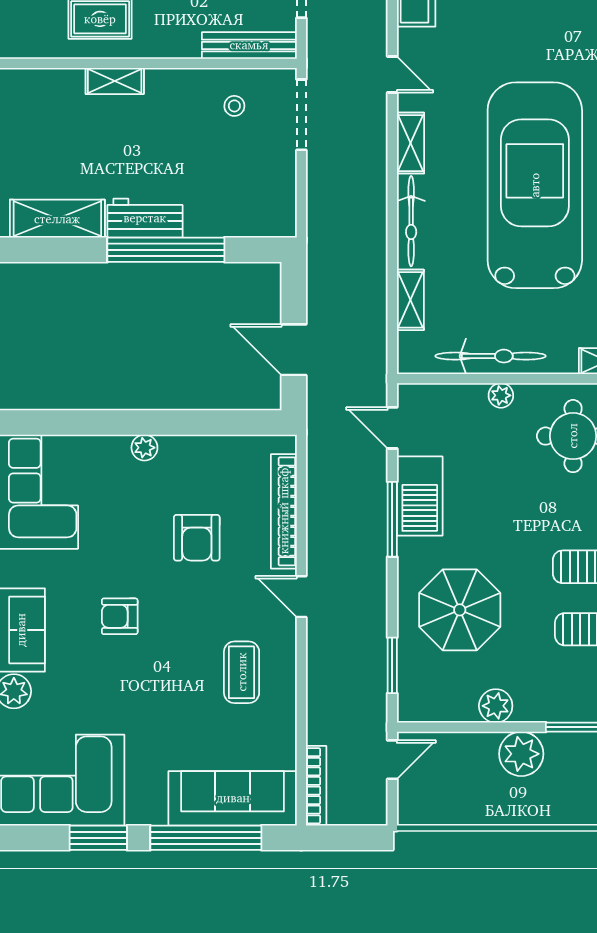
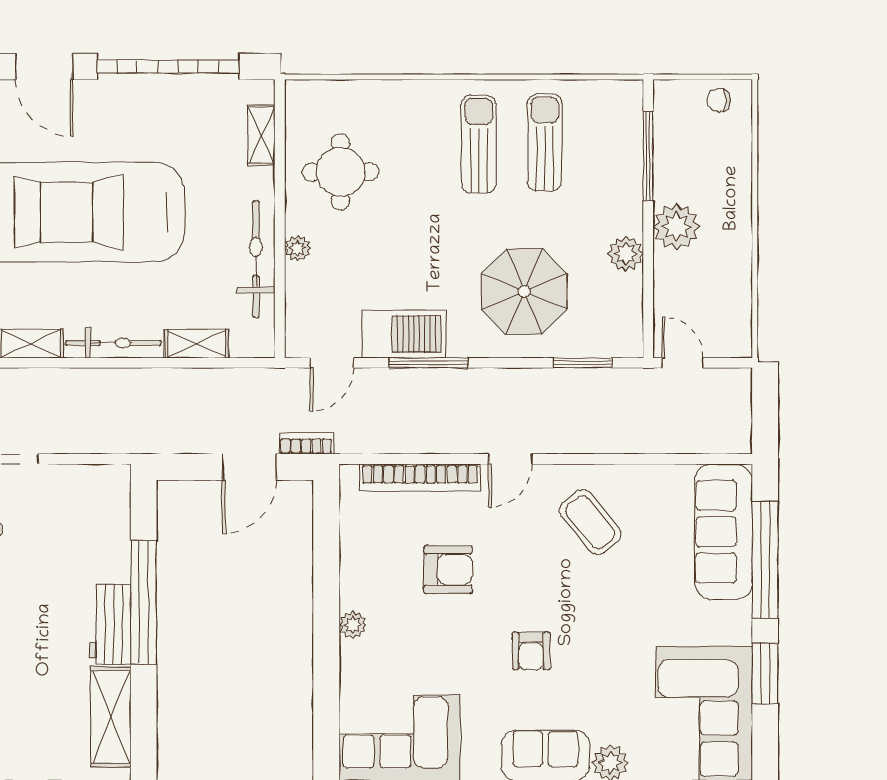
coffee table: (242, 672) -> (590, 522), turned 51
bookcase: (316, 786) -> (306, 443), moved, width x0.64

